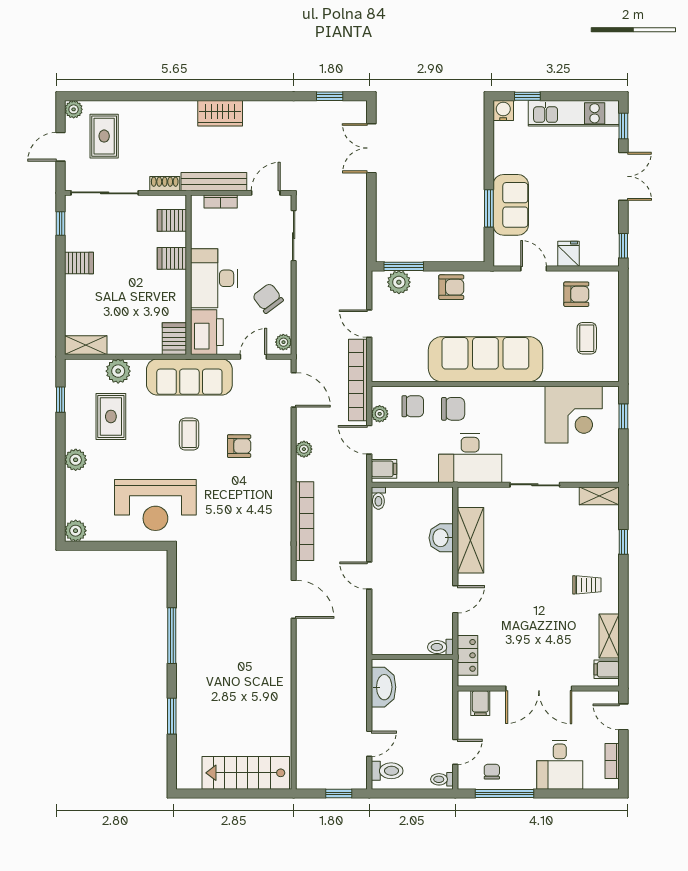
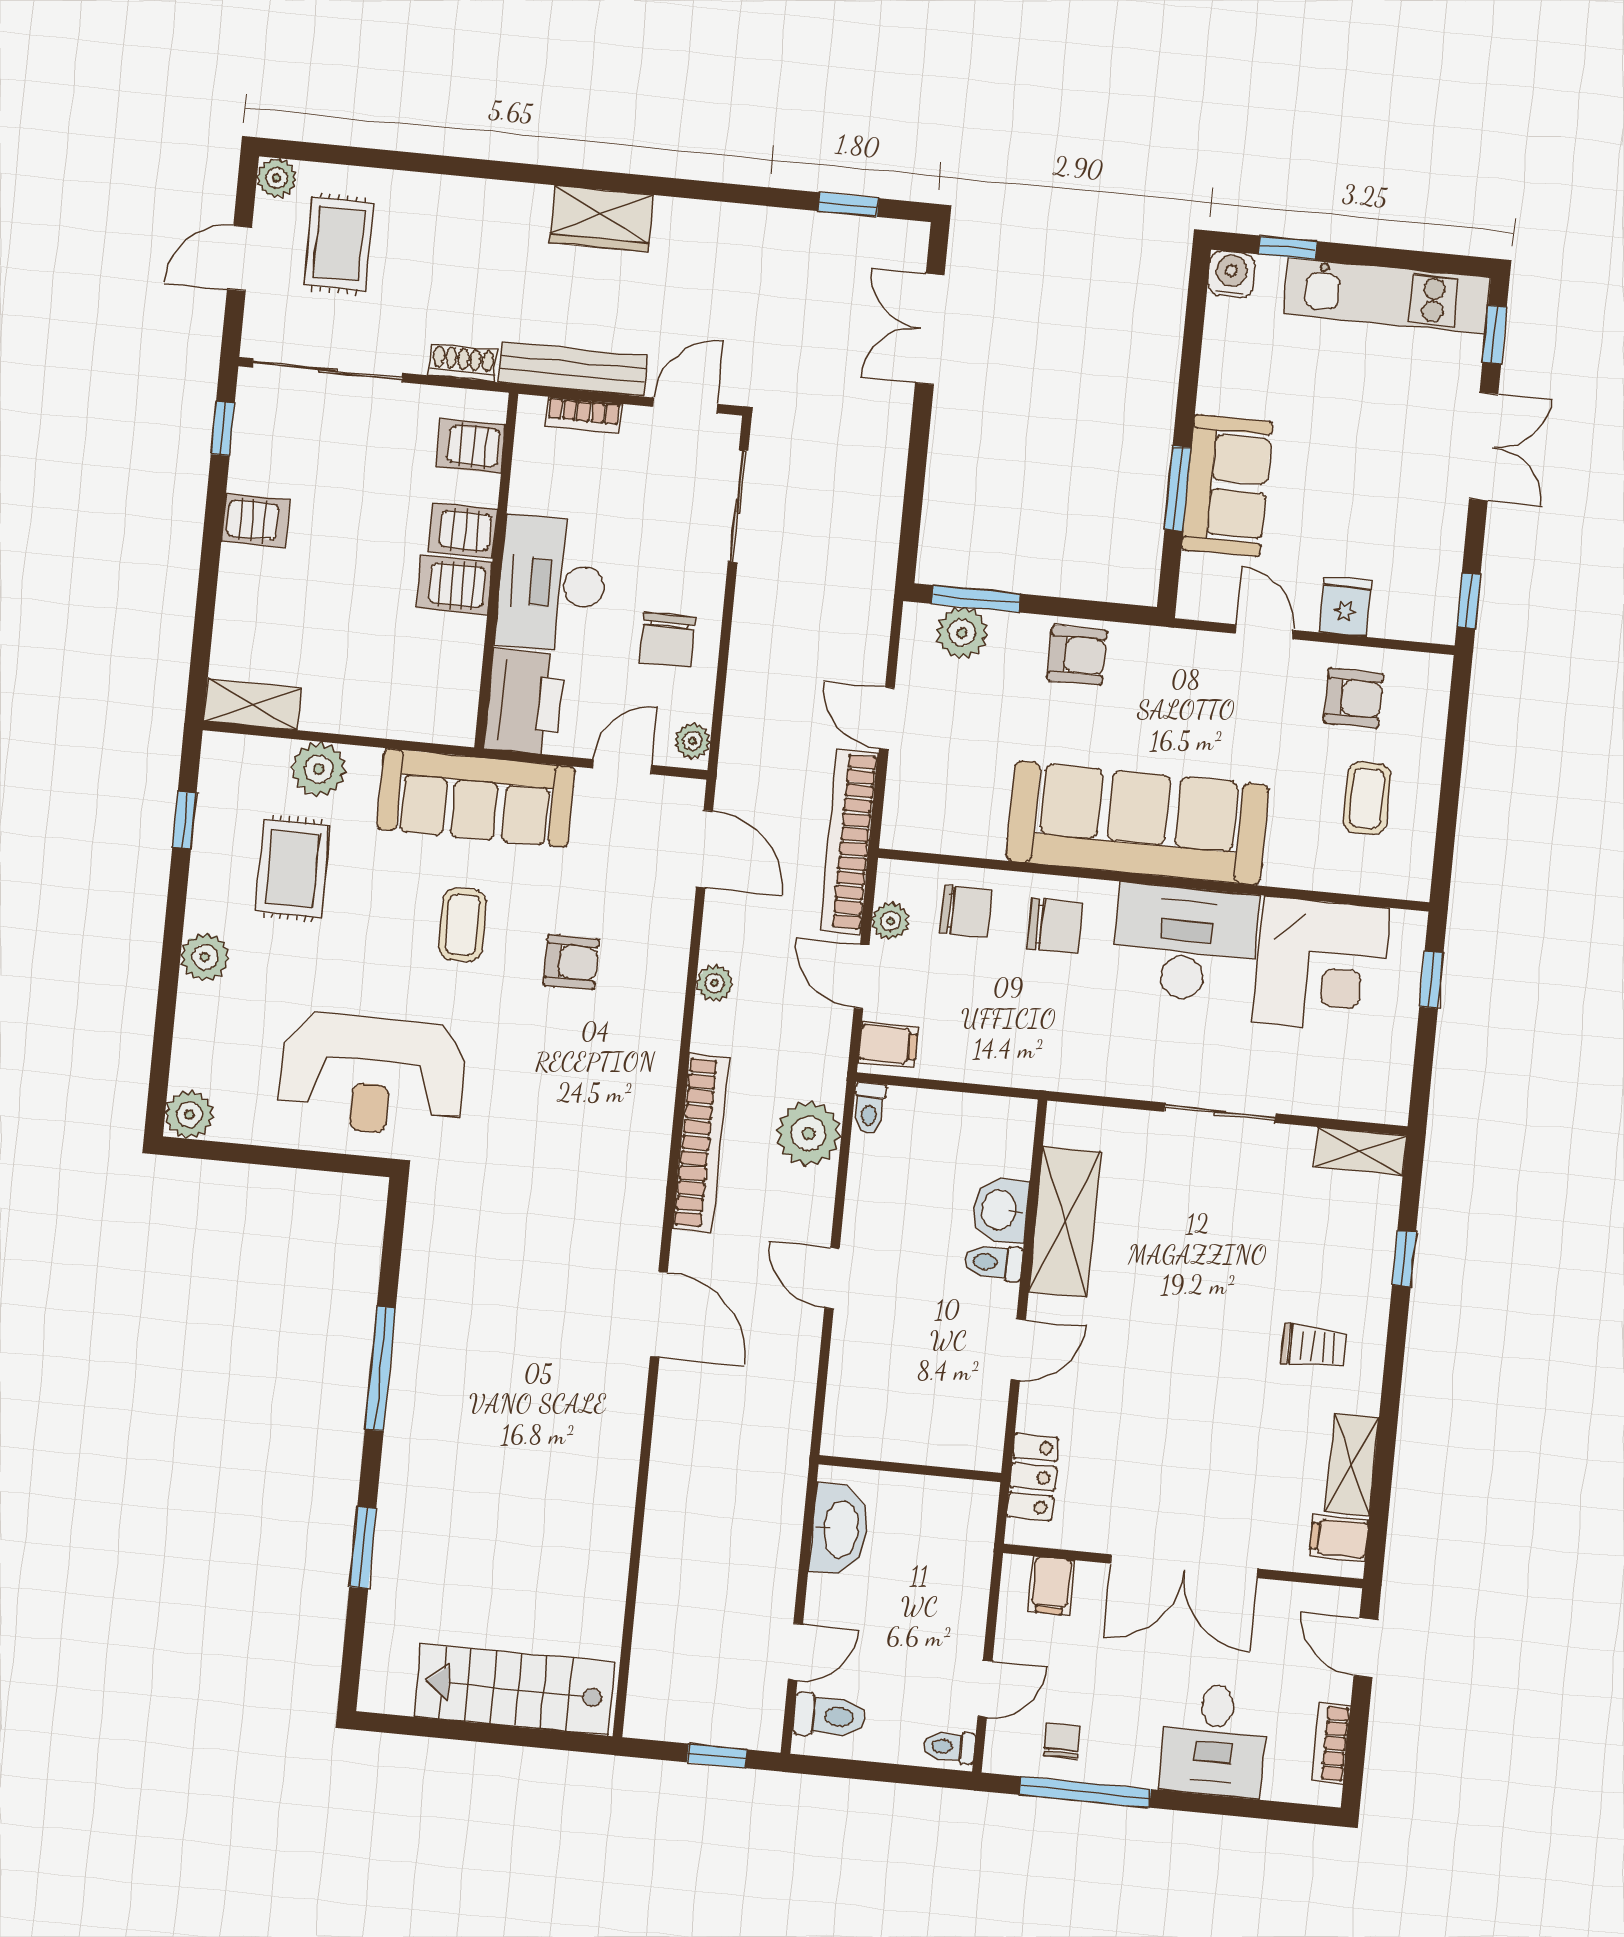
chair: (268, 298) -> (667, 640), turned -143
server rack: (174, 339) -> (454, 585), moved, turned -90
desk: (470, 458) -> (1185, 943), moved, turned 180
plant: (352, 512) -> (809, 1134), added
toilet: (440, 647) -> (993, 1262), moved

